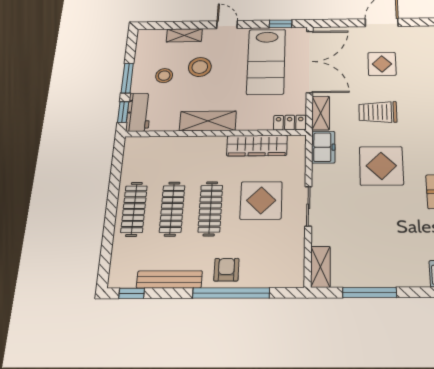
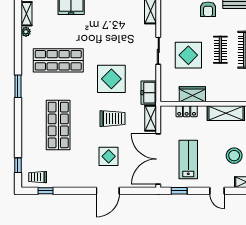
lab bench: (266, 61) -> (188, 159), width x0.73, depth x0.72
locker: (290, 123) -> (187, 111), moved
wardrobe: (257, 146) -> (192, 94), width x0.67
clothes rail: (210, 209) -> (220, 50), width x0.73

